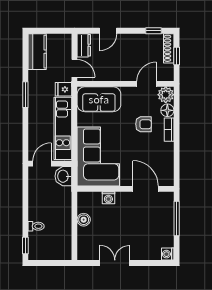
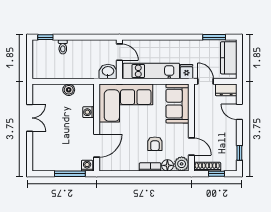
shoe rack: (169, 48) -> (207, 167), moved
kitchen counter: (37, 52) -> (229, 58), moved, turned 90
door: (74, 68) -> (205, 81), swing flipped
window: (25, 95) -> (214, 37), moved
washing machine: (168, 254) -> (87, 166), moved

